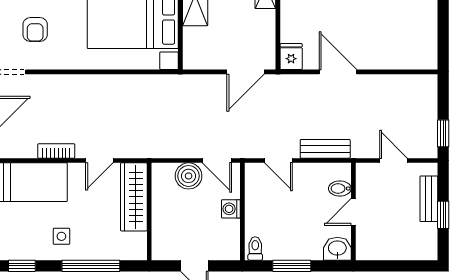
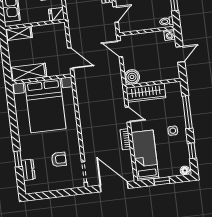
door: (245, 72) -> (71, 58), moved
door: (217, 161) -> (120, 49), swing flipped
boiler: (189, 176) -> (132, 77), moved
washing machine: (231, 209) -> (170, 35), moved

